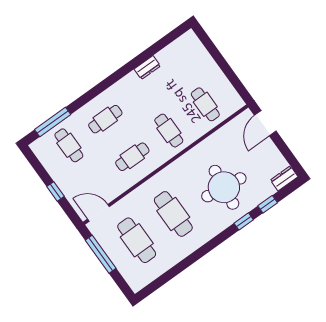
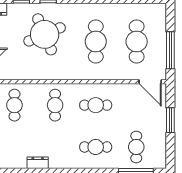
round table: (224, 187) -> (45, 34), turned -30
window: (56, 191) -> (170, 120), width x1.50

